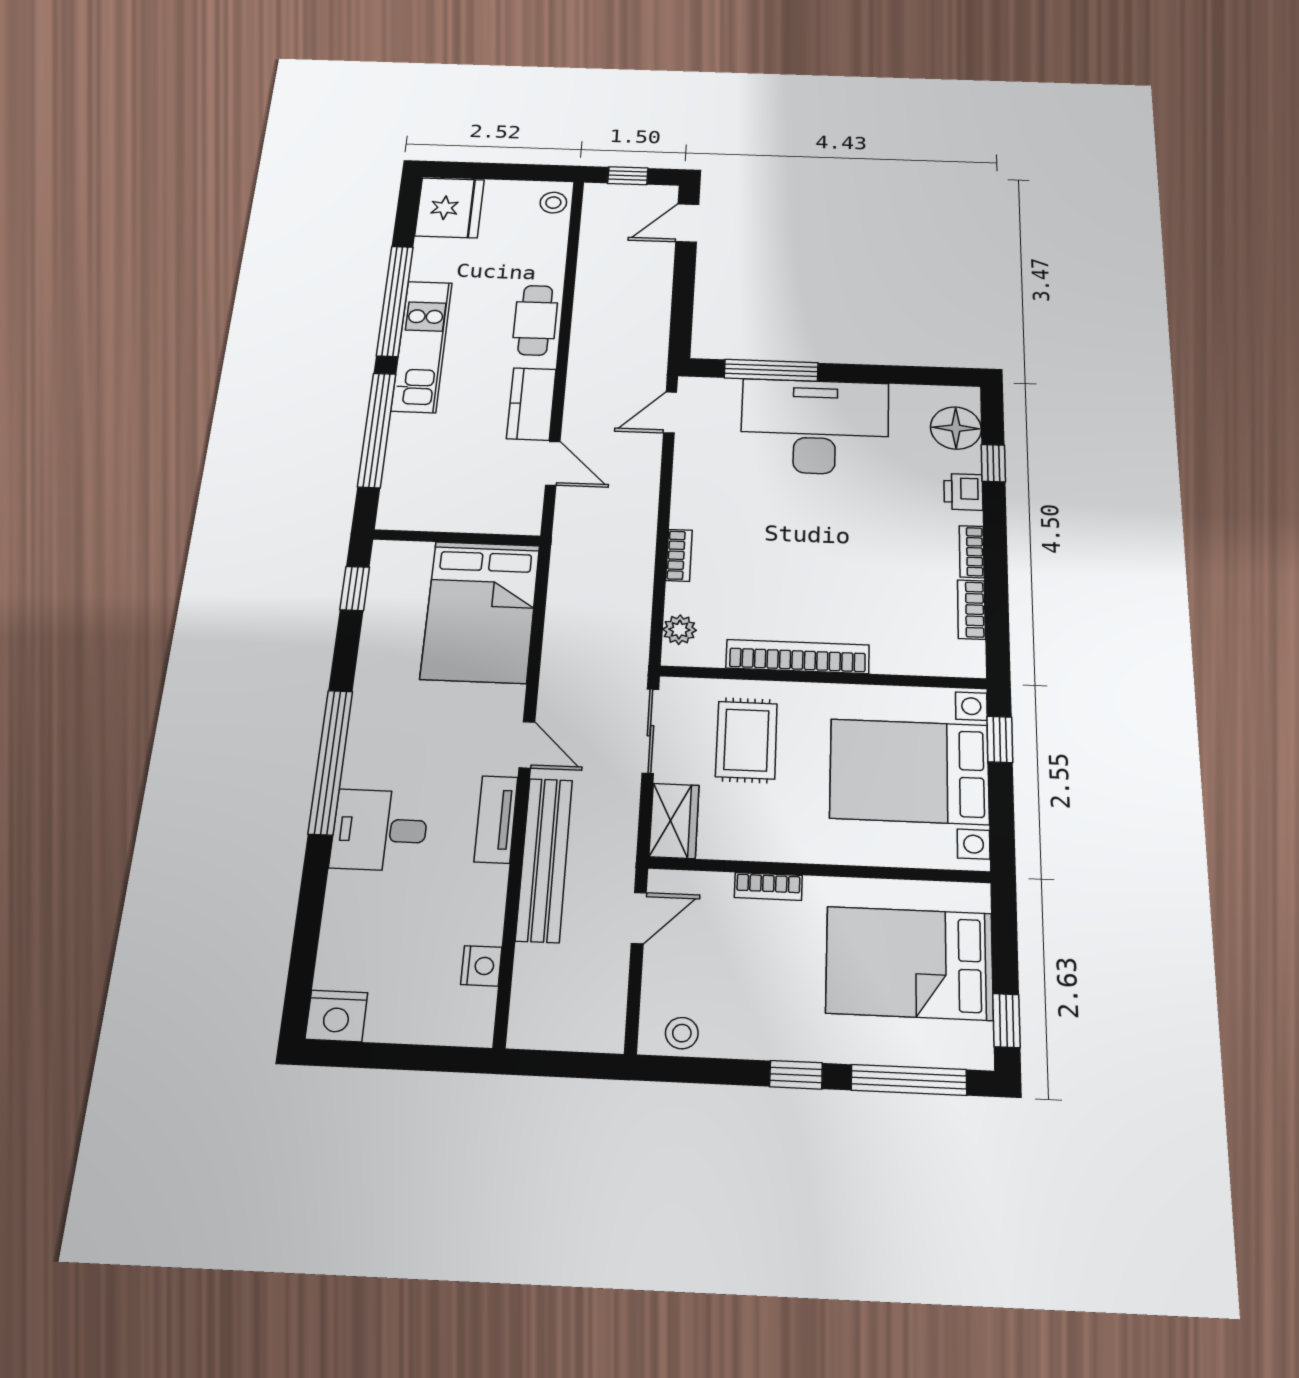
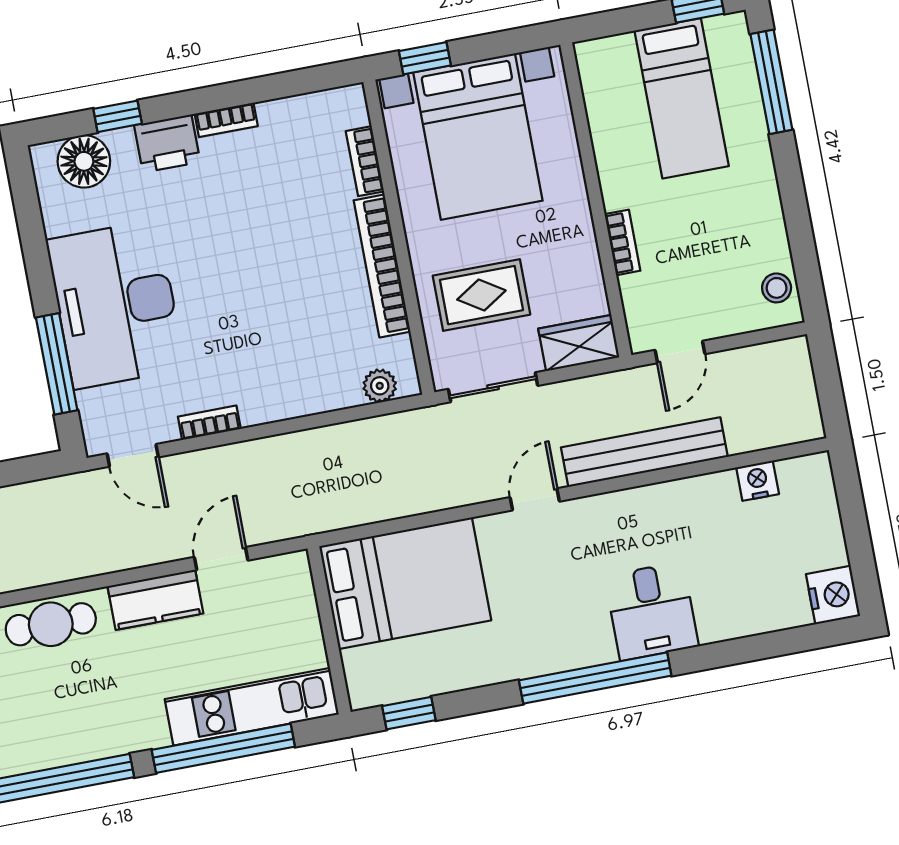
kitchen unit: (422, 346) -> (252, 707), moved
printer: (963, 492) -> (167, 144), width x1.36, depth x1.24
bookcase: (679, 555) -> (209, 423), moved
bookcase: (971, 609) -> (365, 161), moved, turned 90
tv unit: (496, 819) -> (616, 507), removed
door: (639, 918) -> (680, 352), swing flipped
bed: (909, 963) -> (682, 98), width x0.67
window: (796, 1075) -> (790, 180), removed

